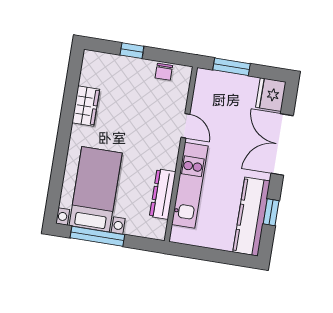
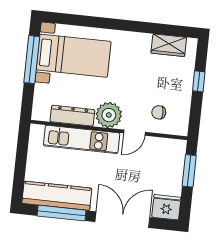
chair: (164, 72) -> (159, 112), moved
wardrobe: (86, 106) -> (169, 45), moved
plant: (164, 153) -> (109, 115), added
window: (271, 212) -> (62, 213), width x2.17

